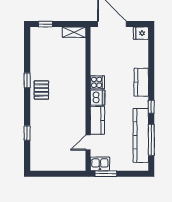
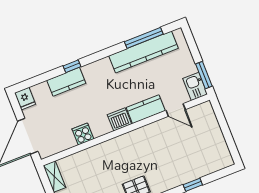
cooker: (97, 82) -> (83, 134), moved
kitchen counter: (141, 82) -> (66, 82), moved
window: (151, 107) -> (72, 66), moved

